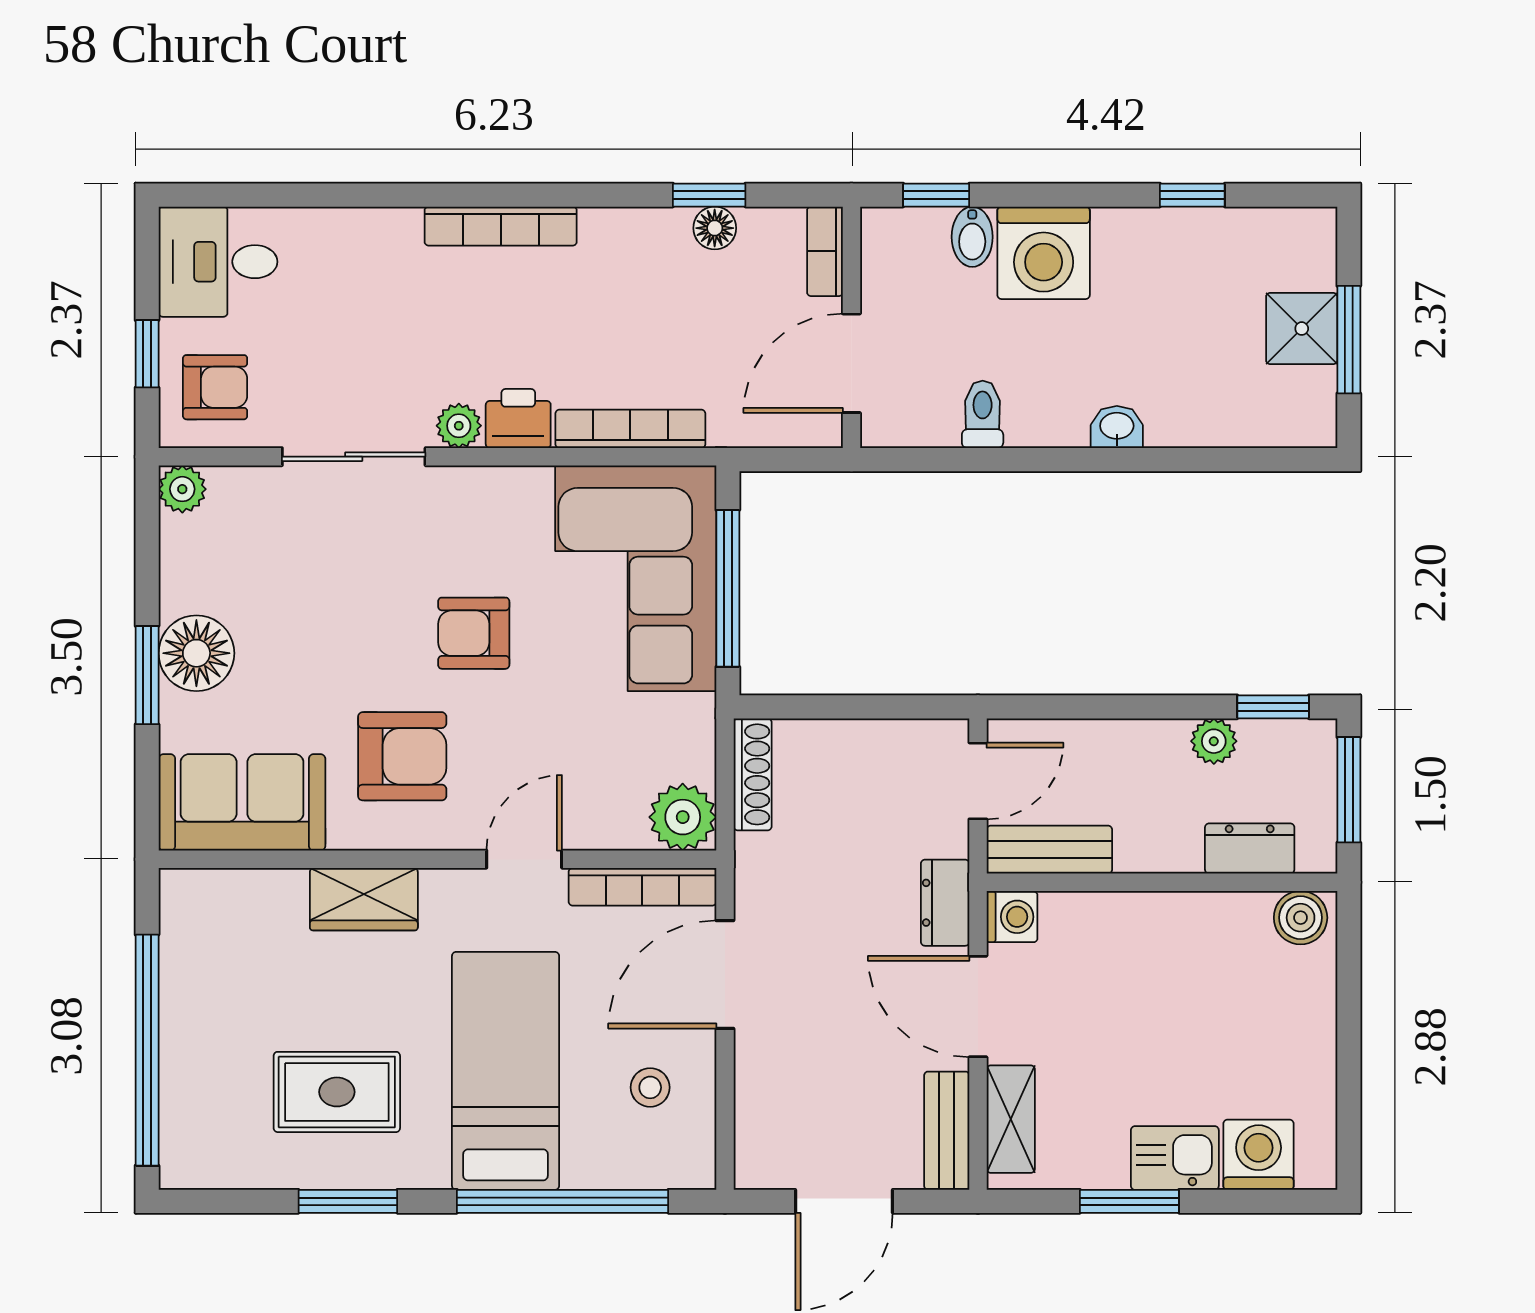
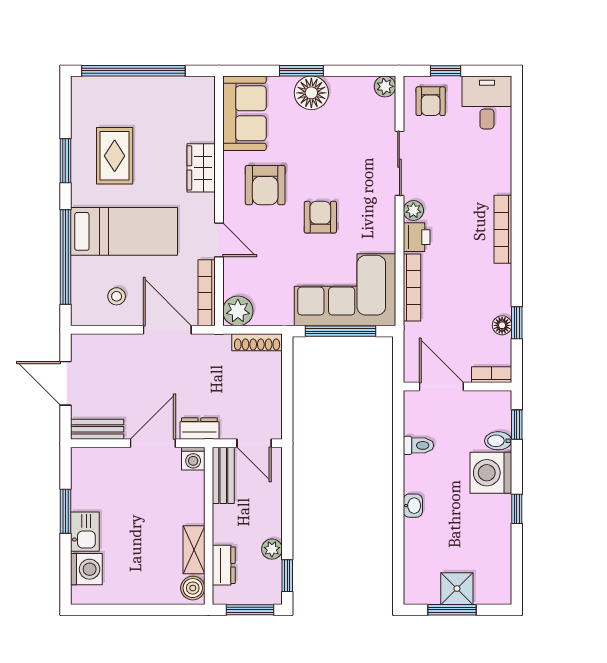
window: (1192, 195) -> (517, 509), moved
shelving: (1011, 1119) -> (194, 550), moved, turned 90

